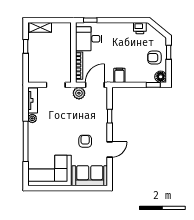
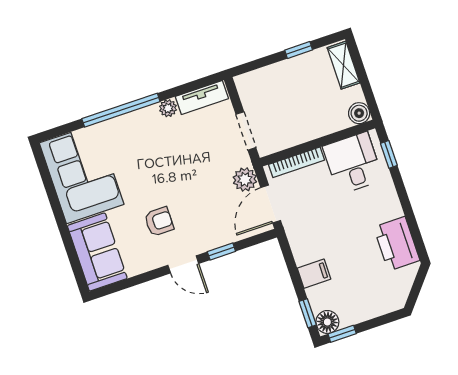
boiler: (66, 28) -> (359, 113), added
printer: (140, 28) -> (397, 244), width x1.87, depth x1.48
window: (169, 52) -> (342, 334), moved
armchair: (154, 58) -> (359, 298), removed
filing cabinet: (119, 75) -> (314, 274), moved
door: (95, 85) -> (271, 204), swing flipped
door: (110, 150) -> (183, 264), moved

